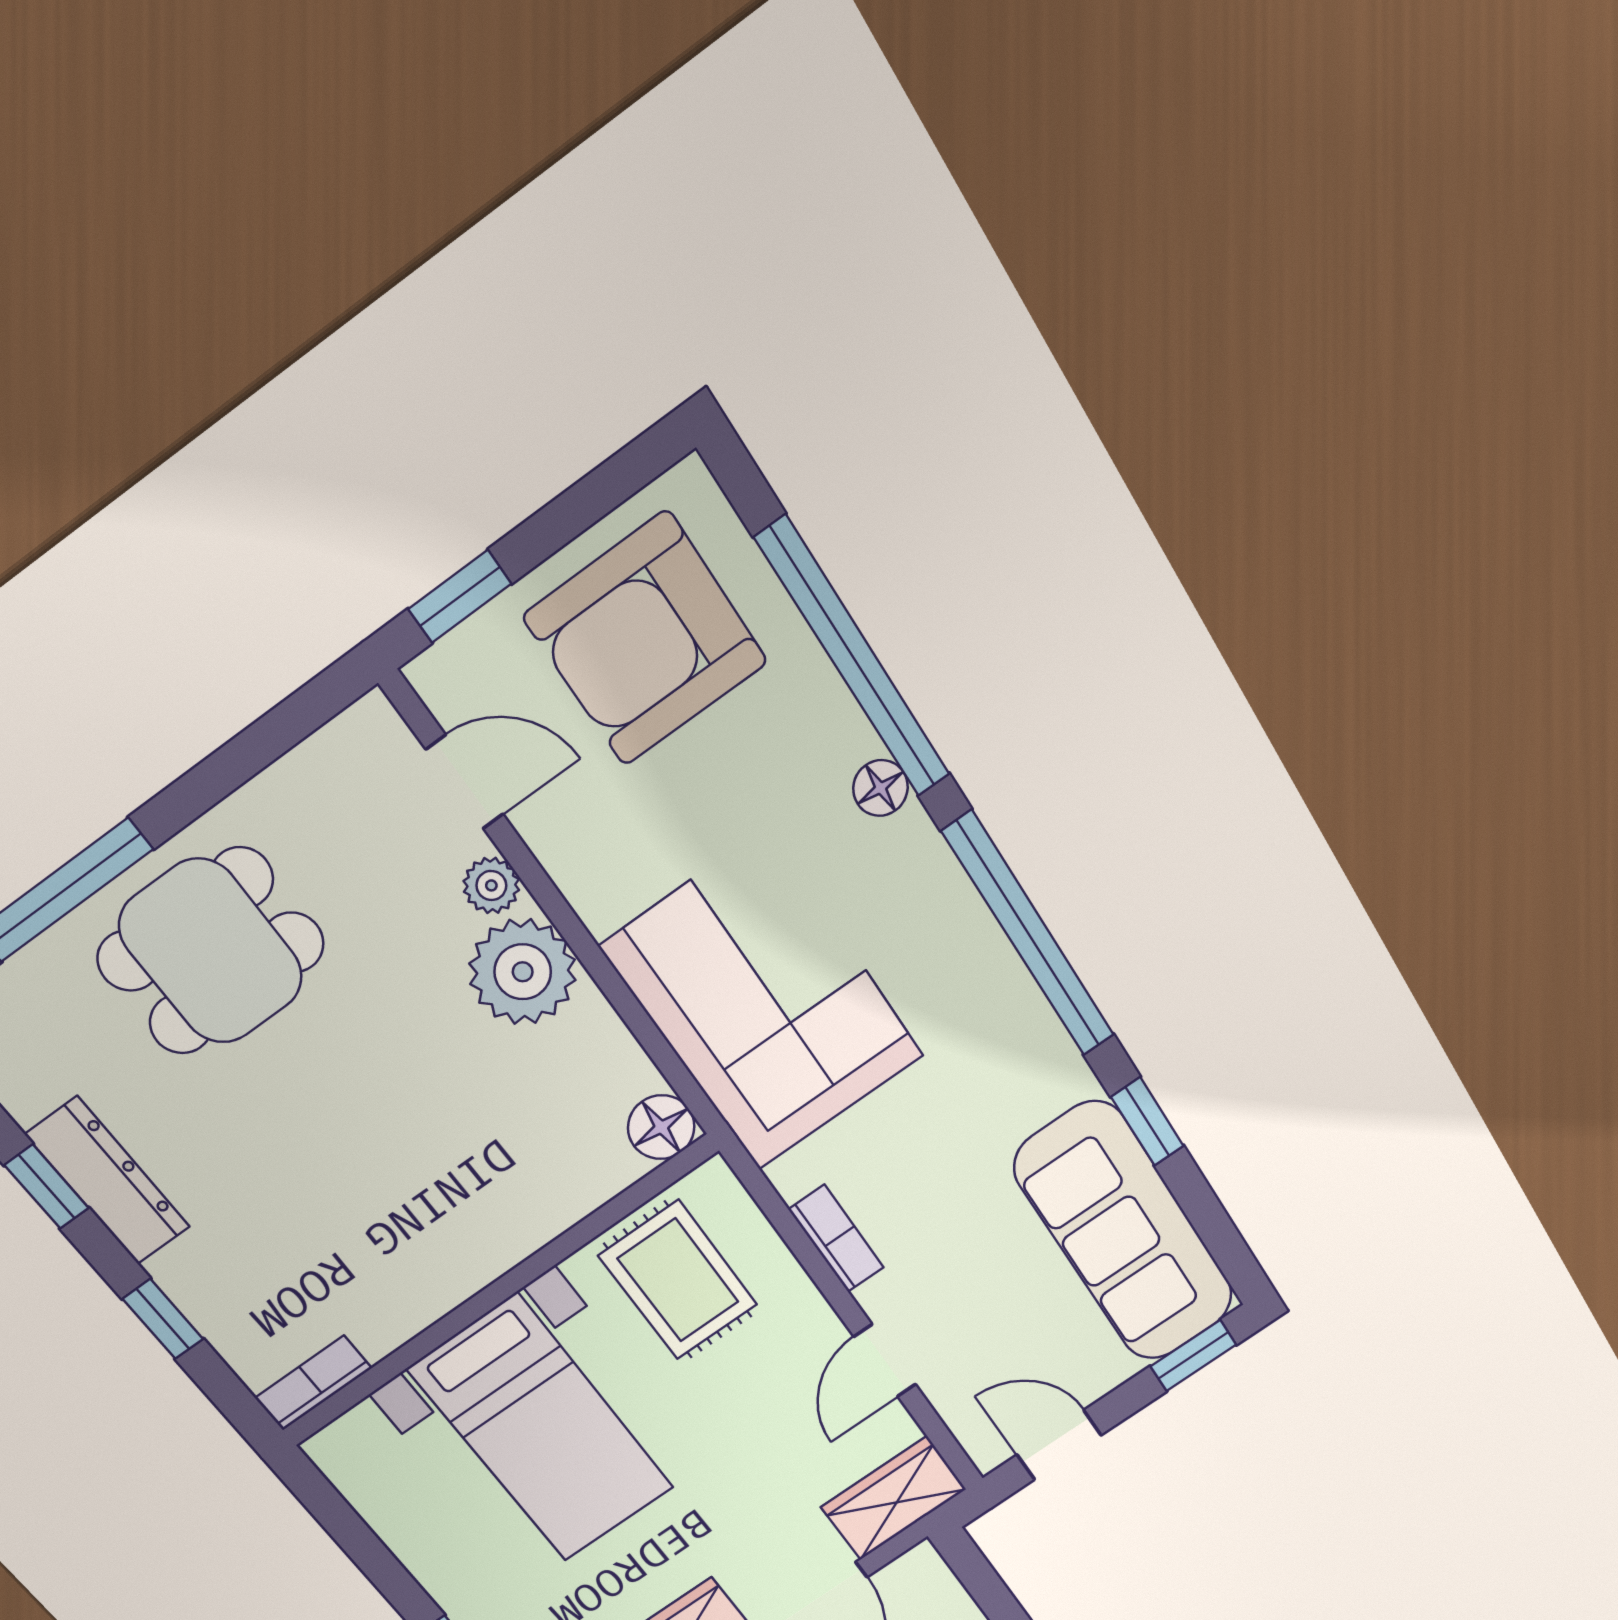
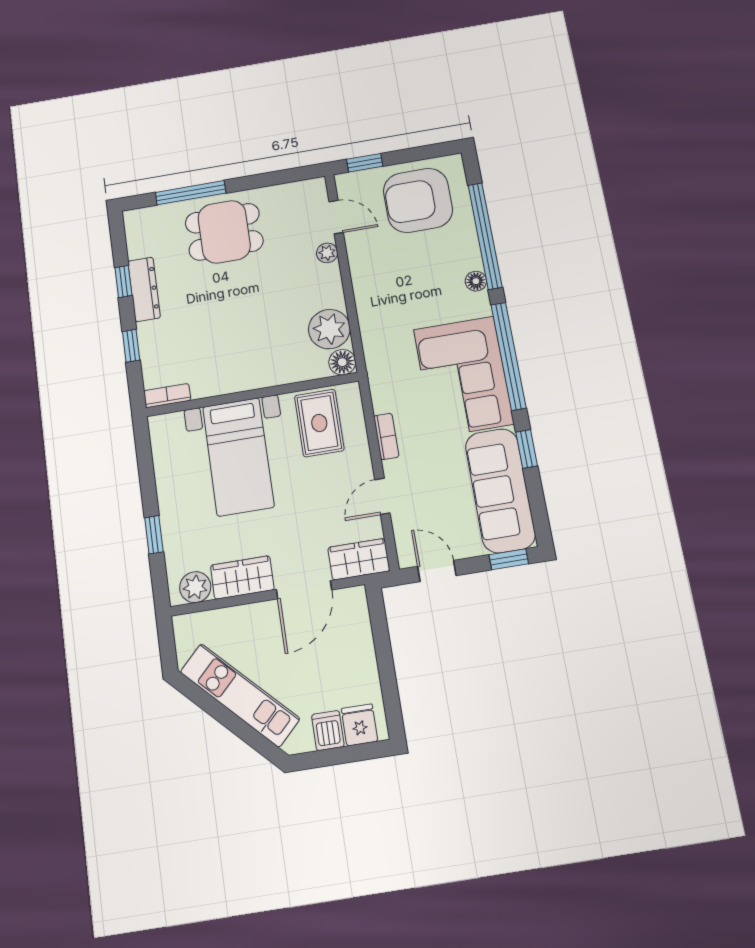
plant: (523, 972) -> (329, 329), moved
corner sofa: (763, 1002) -> (463, 376), moved, turned 180

